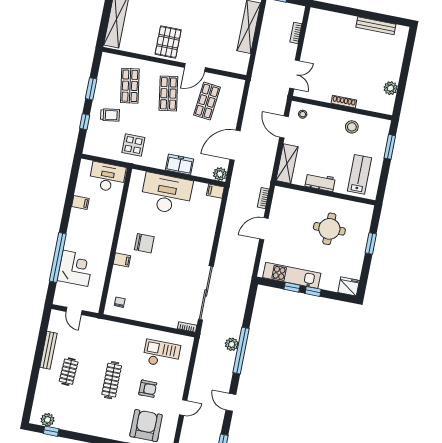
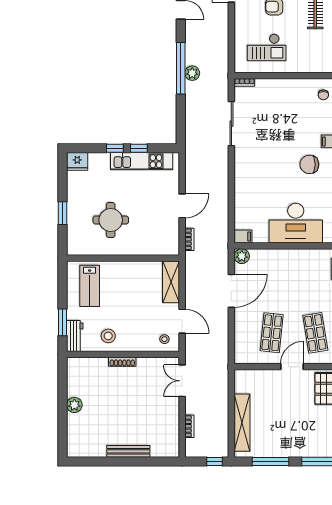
bench: (376, 26) -> (128, 451), moved
plant: (391, 88) -> (74, 405), moved
freezer: (180, 164) -> (288, 258), removed
workbench: (320, 182) -> (75, 336), moved, turned -90
sliding door: (206, 293) -> (231, 124), width x0.73

